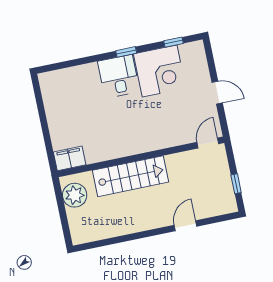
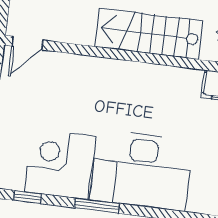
window: (126, 52) -> (97, 206), width x1.50
desk: (119, 76) -> (142, 170), width x1.87, depth x1.30

